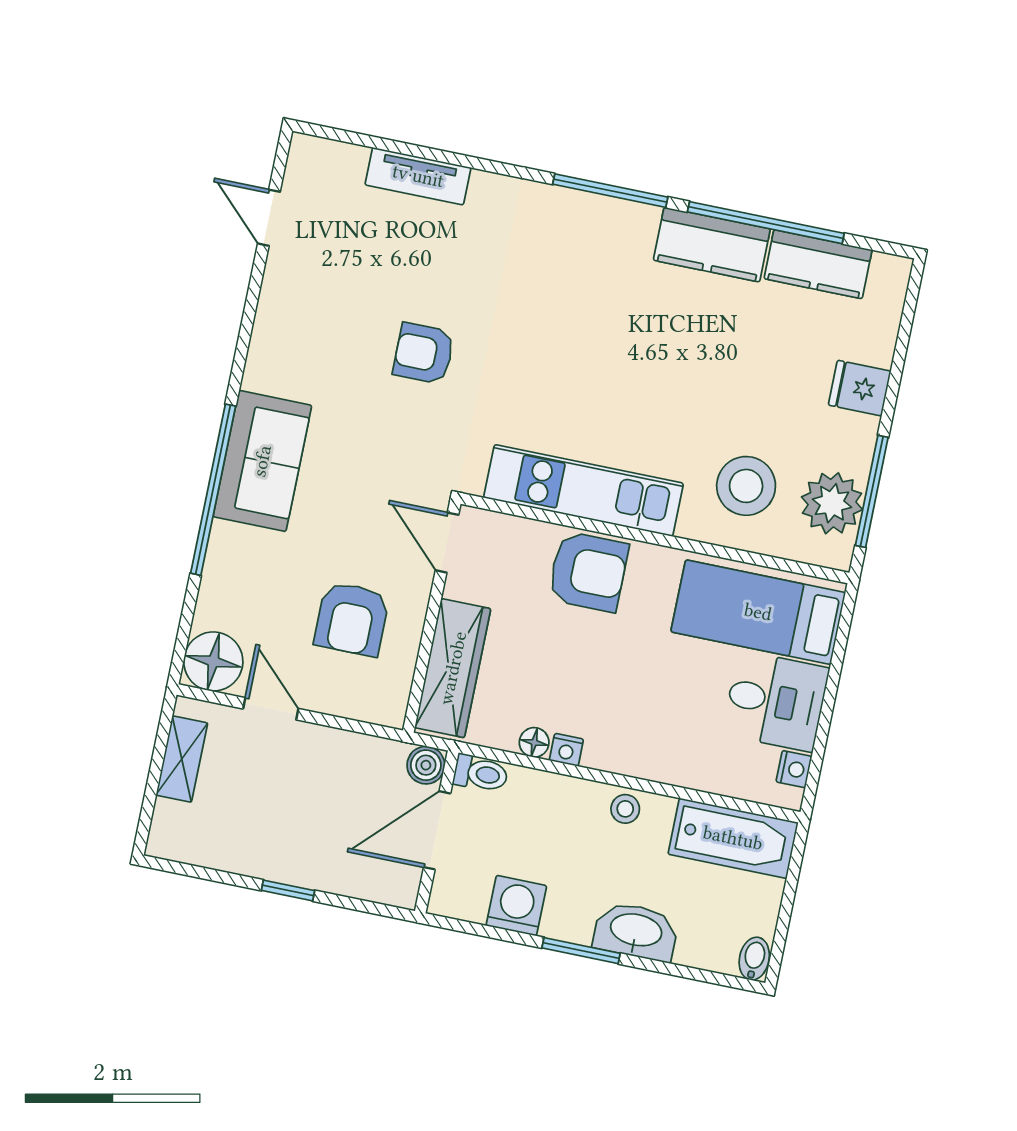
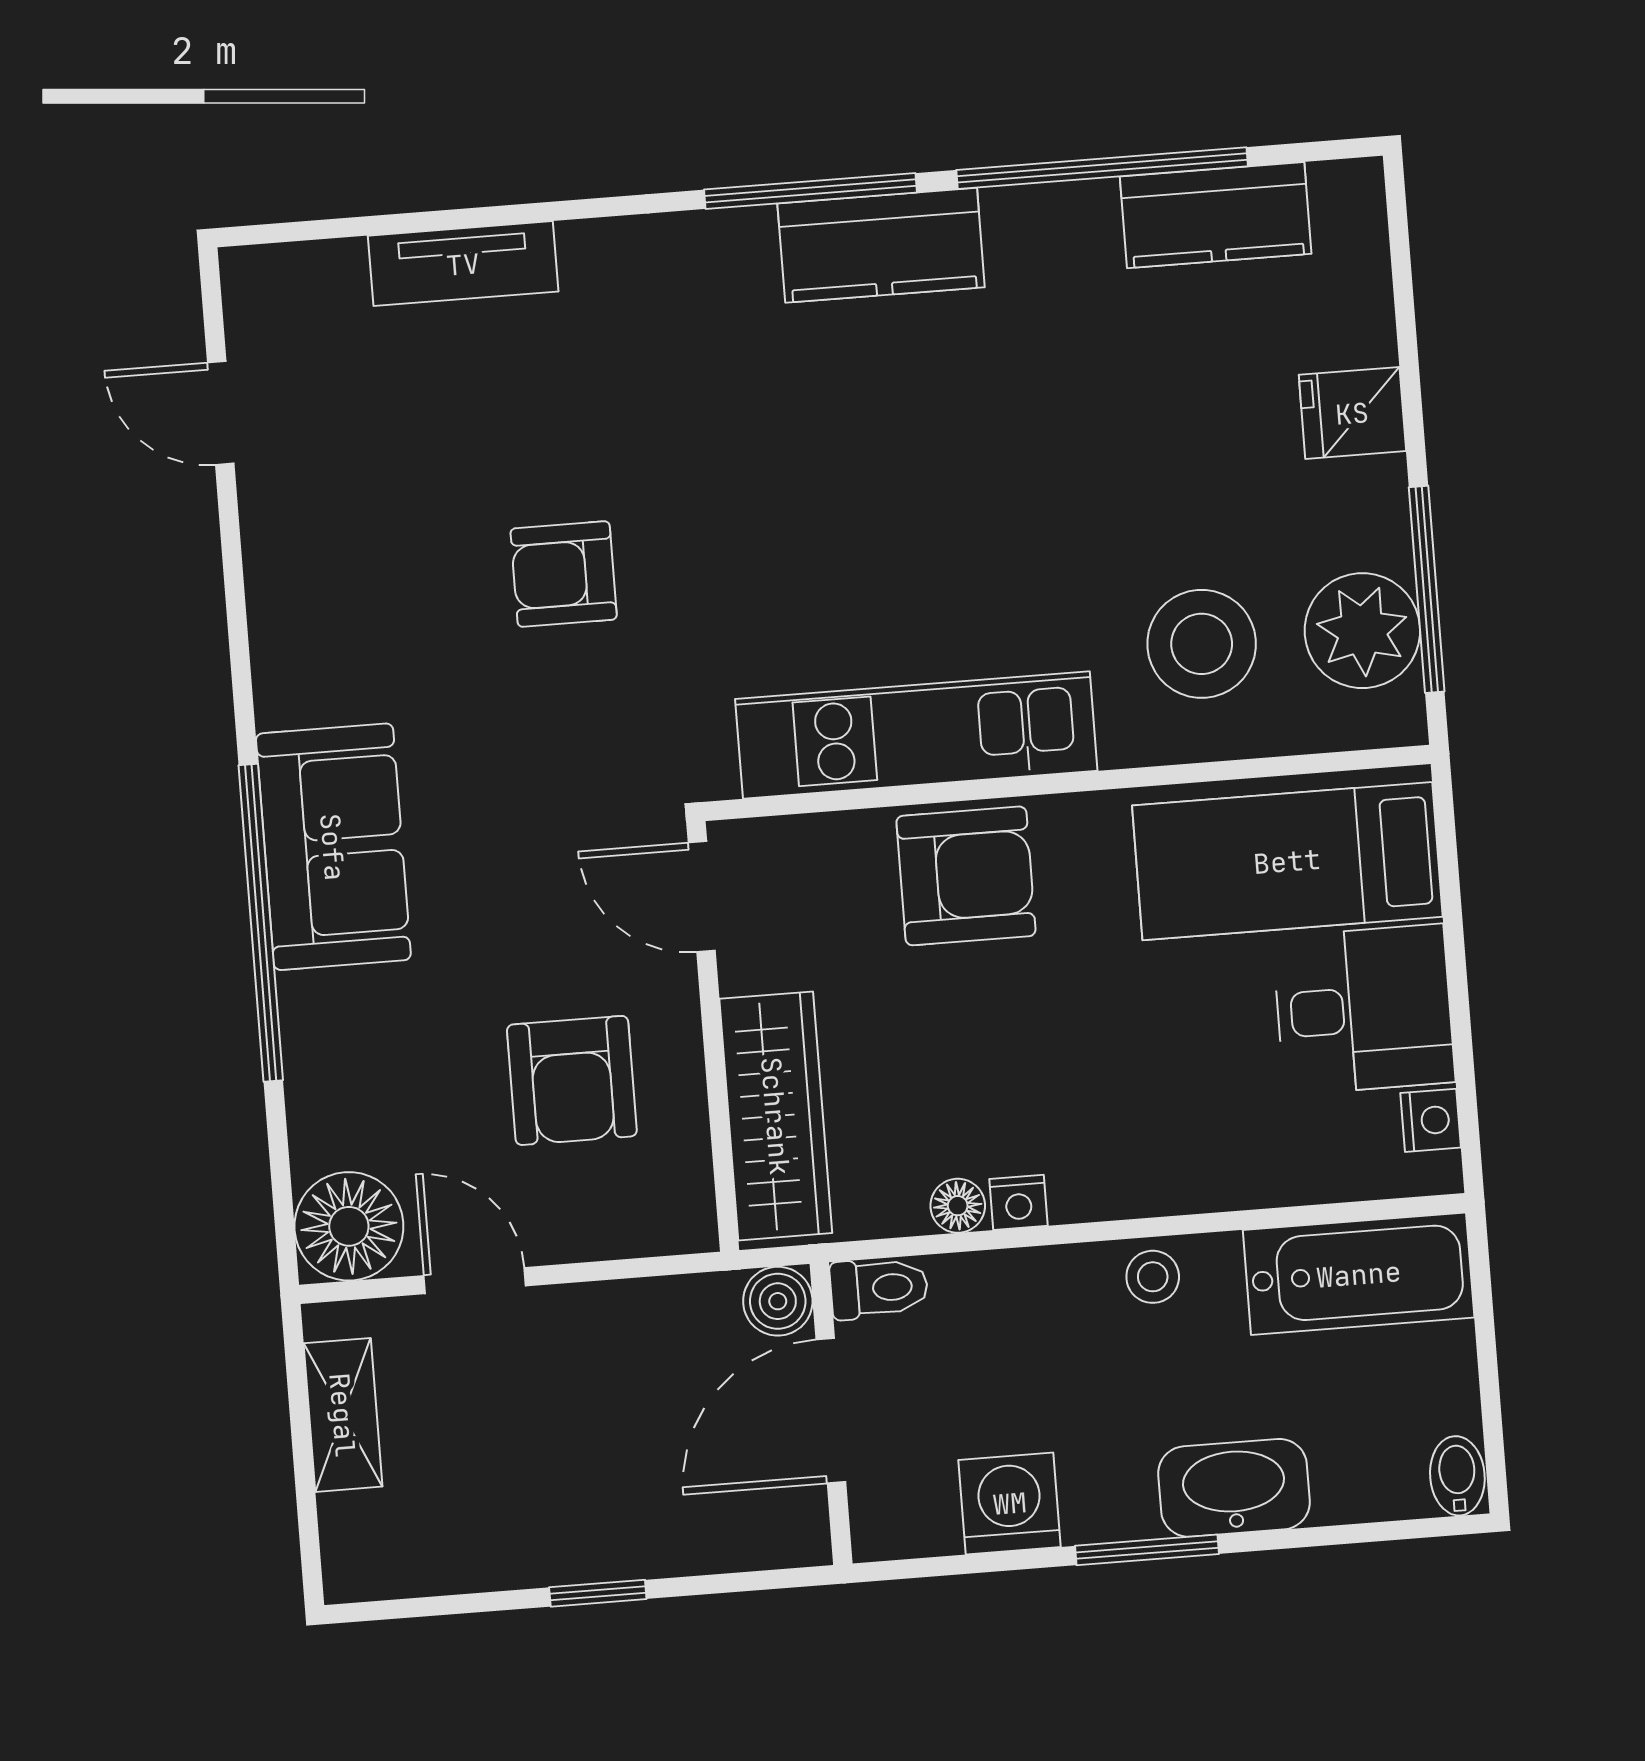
kitchen counter: (712, 245) -> (881, 245), moved

